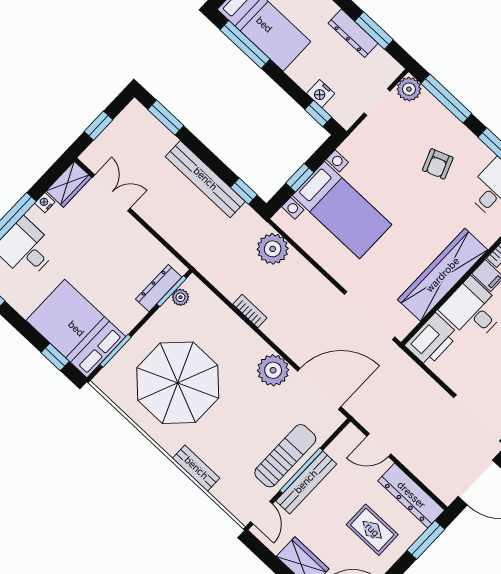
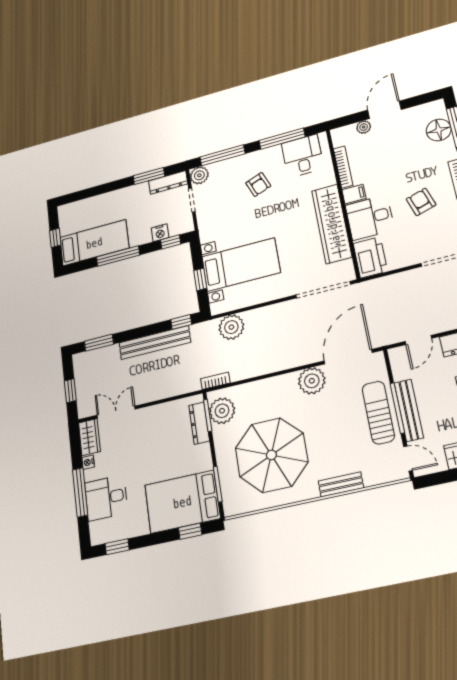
dresser: (353, 33) -> (168, 182), moved
window: (245, 45) -> (118, 256), moved
plant: (180, 297) -> (222, 411), width x1.88, depth x1.88
bookcase: (250, 311) -> (215, 381), moved

